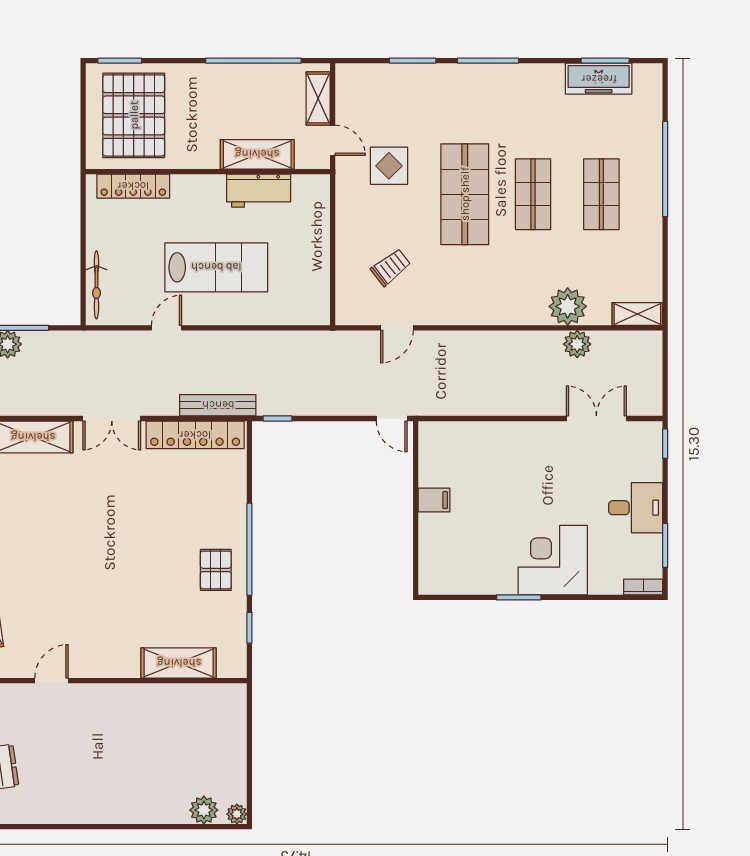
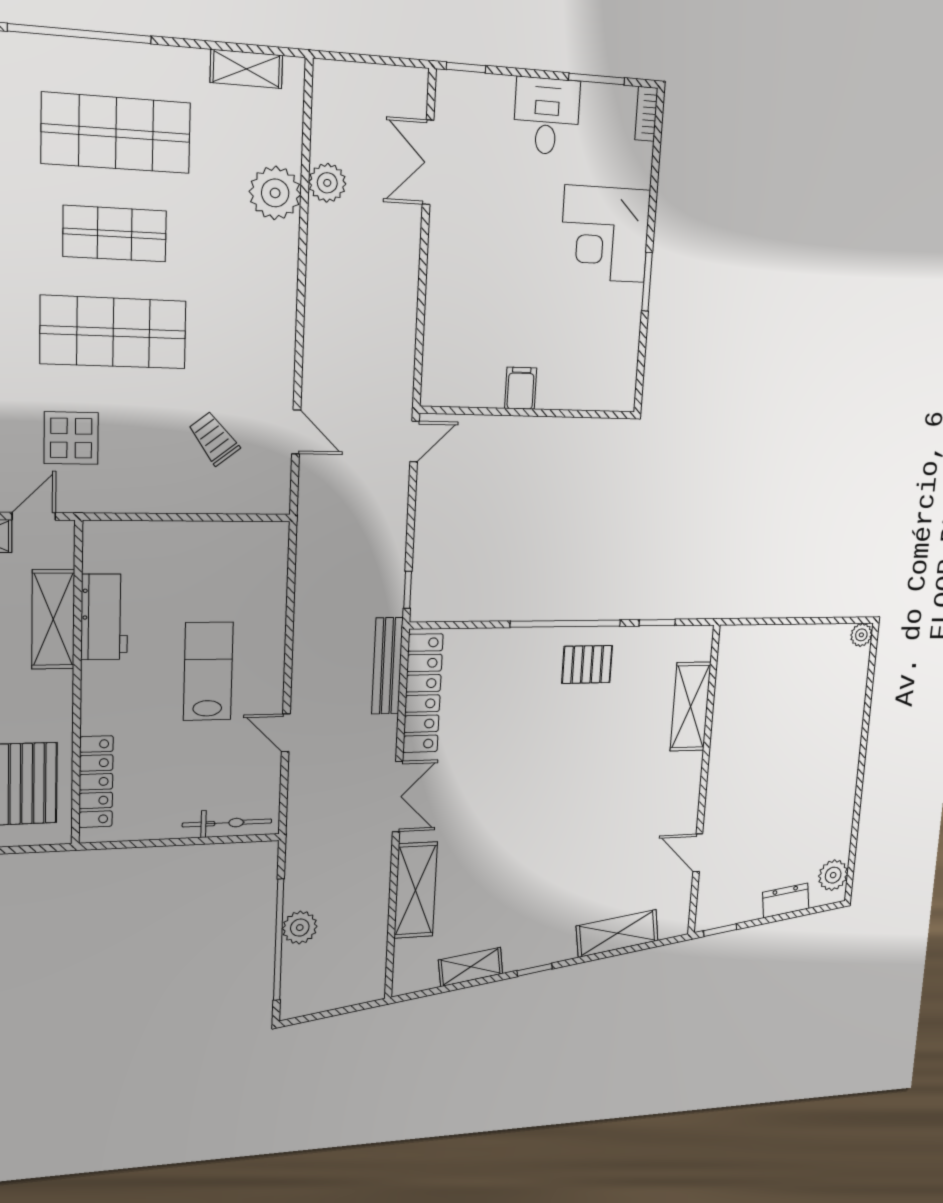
shop shelf: (601, 194) -> (116, 133), width x1.43, depth x1.36
lab bench: (216, 267) -> (208, 671), width x0.73, depth x0.72
shelving: (637, 314) -> (246, 69), moved, turned 90
plant: (204, 810) -> (833, 875), moved

